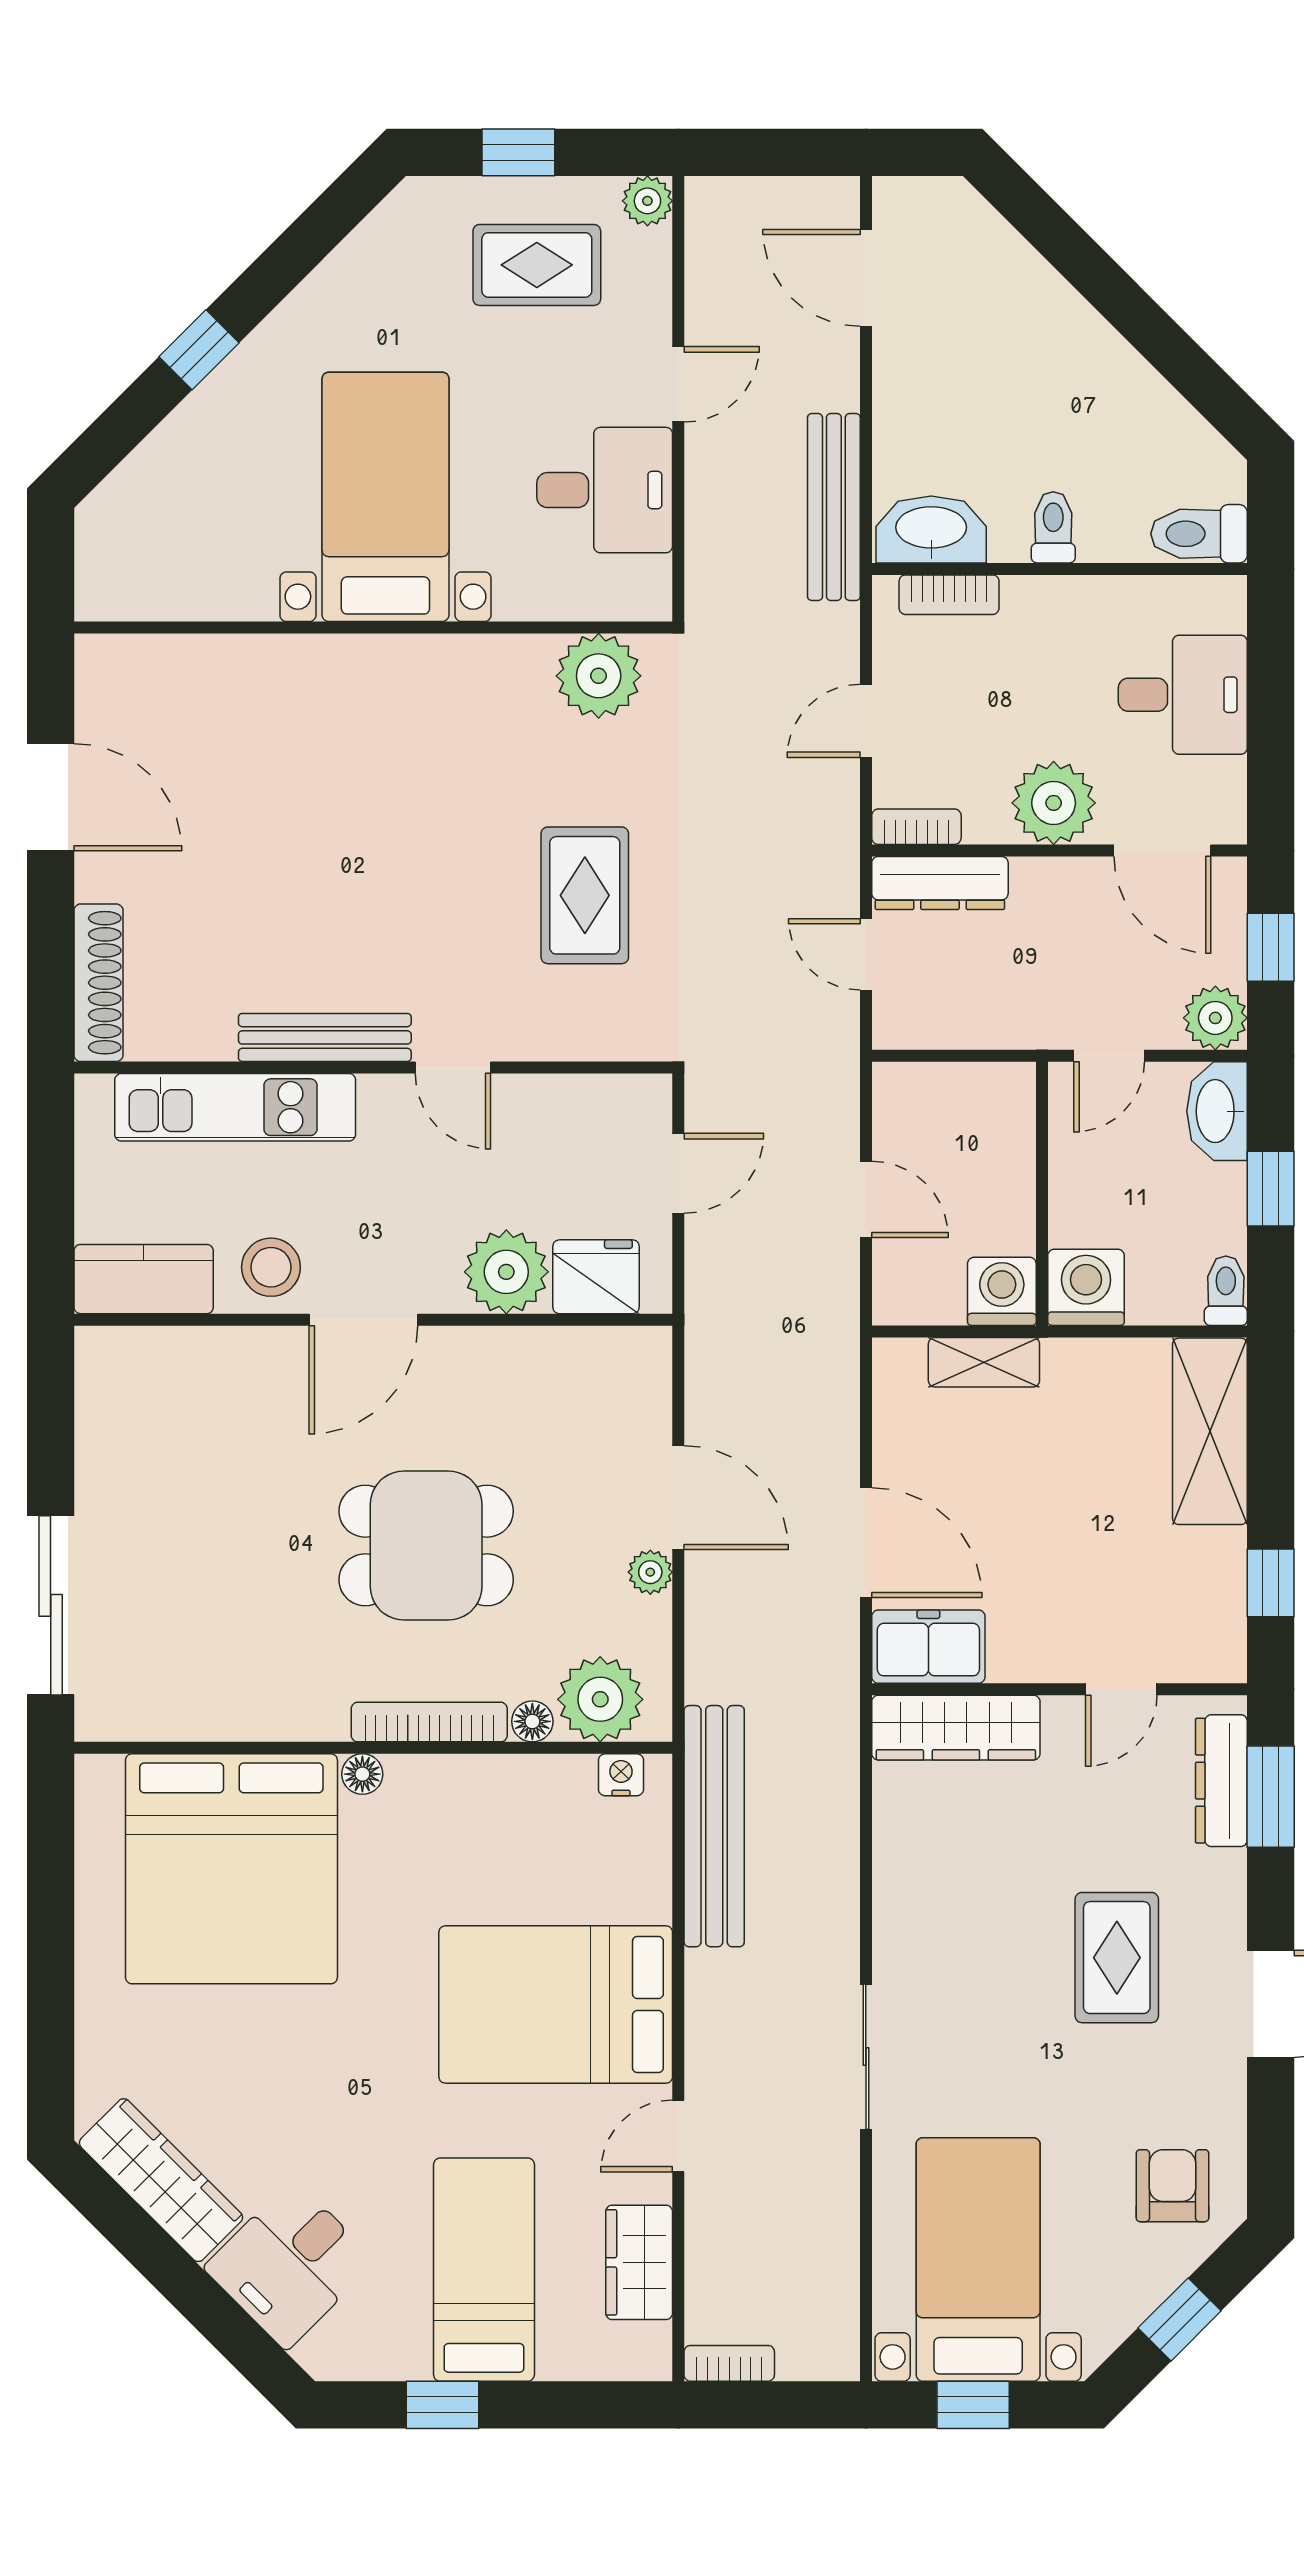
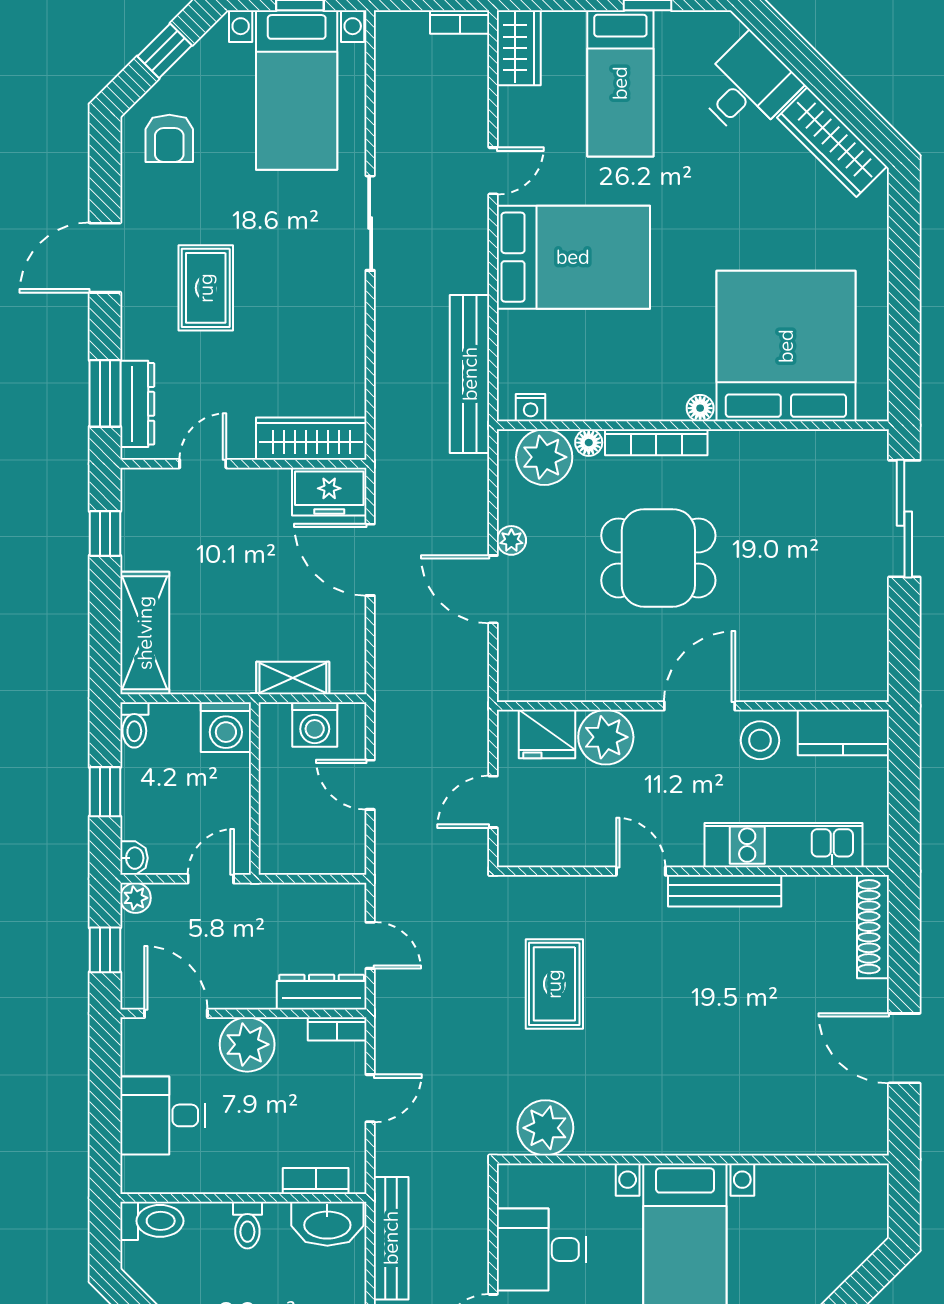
plant: (1215, 1018) -> (135, 898), width x0.73, depth x0.73
washbasin: (1217, 1111) -> (134, 858), width x0.52, depth x0.69
washing machine: (1002, 1291) -> (315, 724), moved
wardrobe: (639, 2262) -> (519, 48), moved

